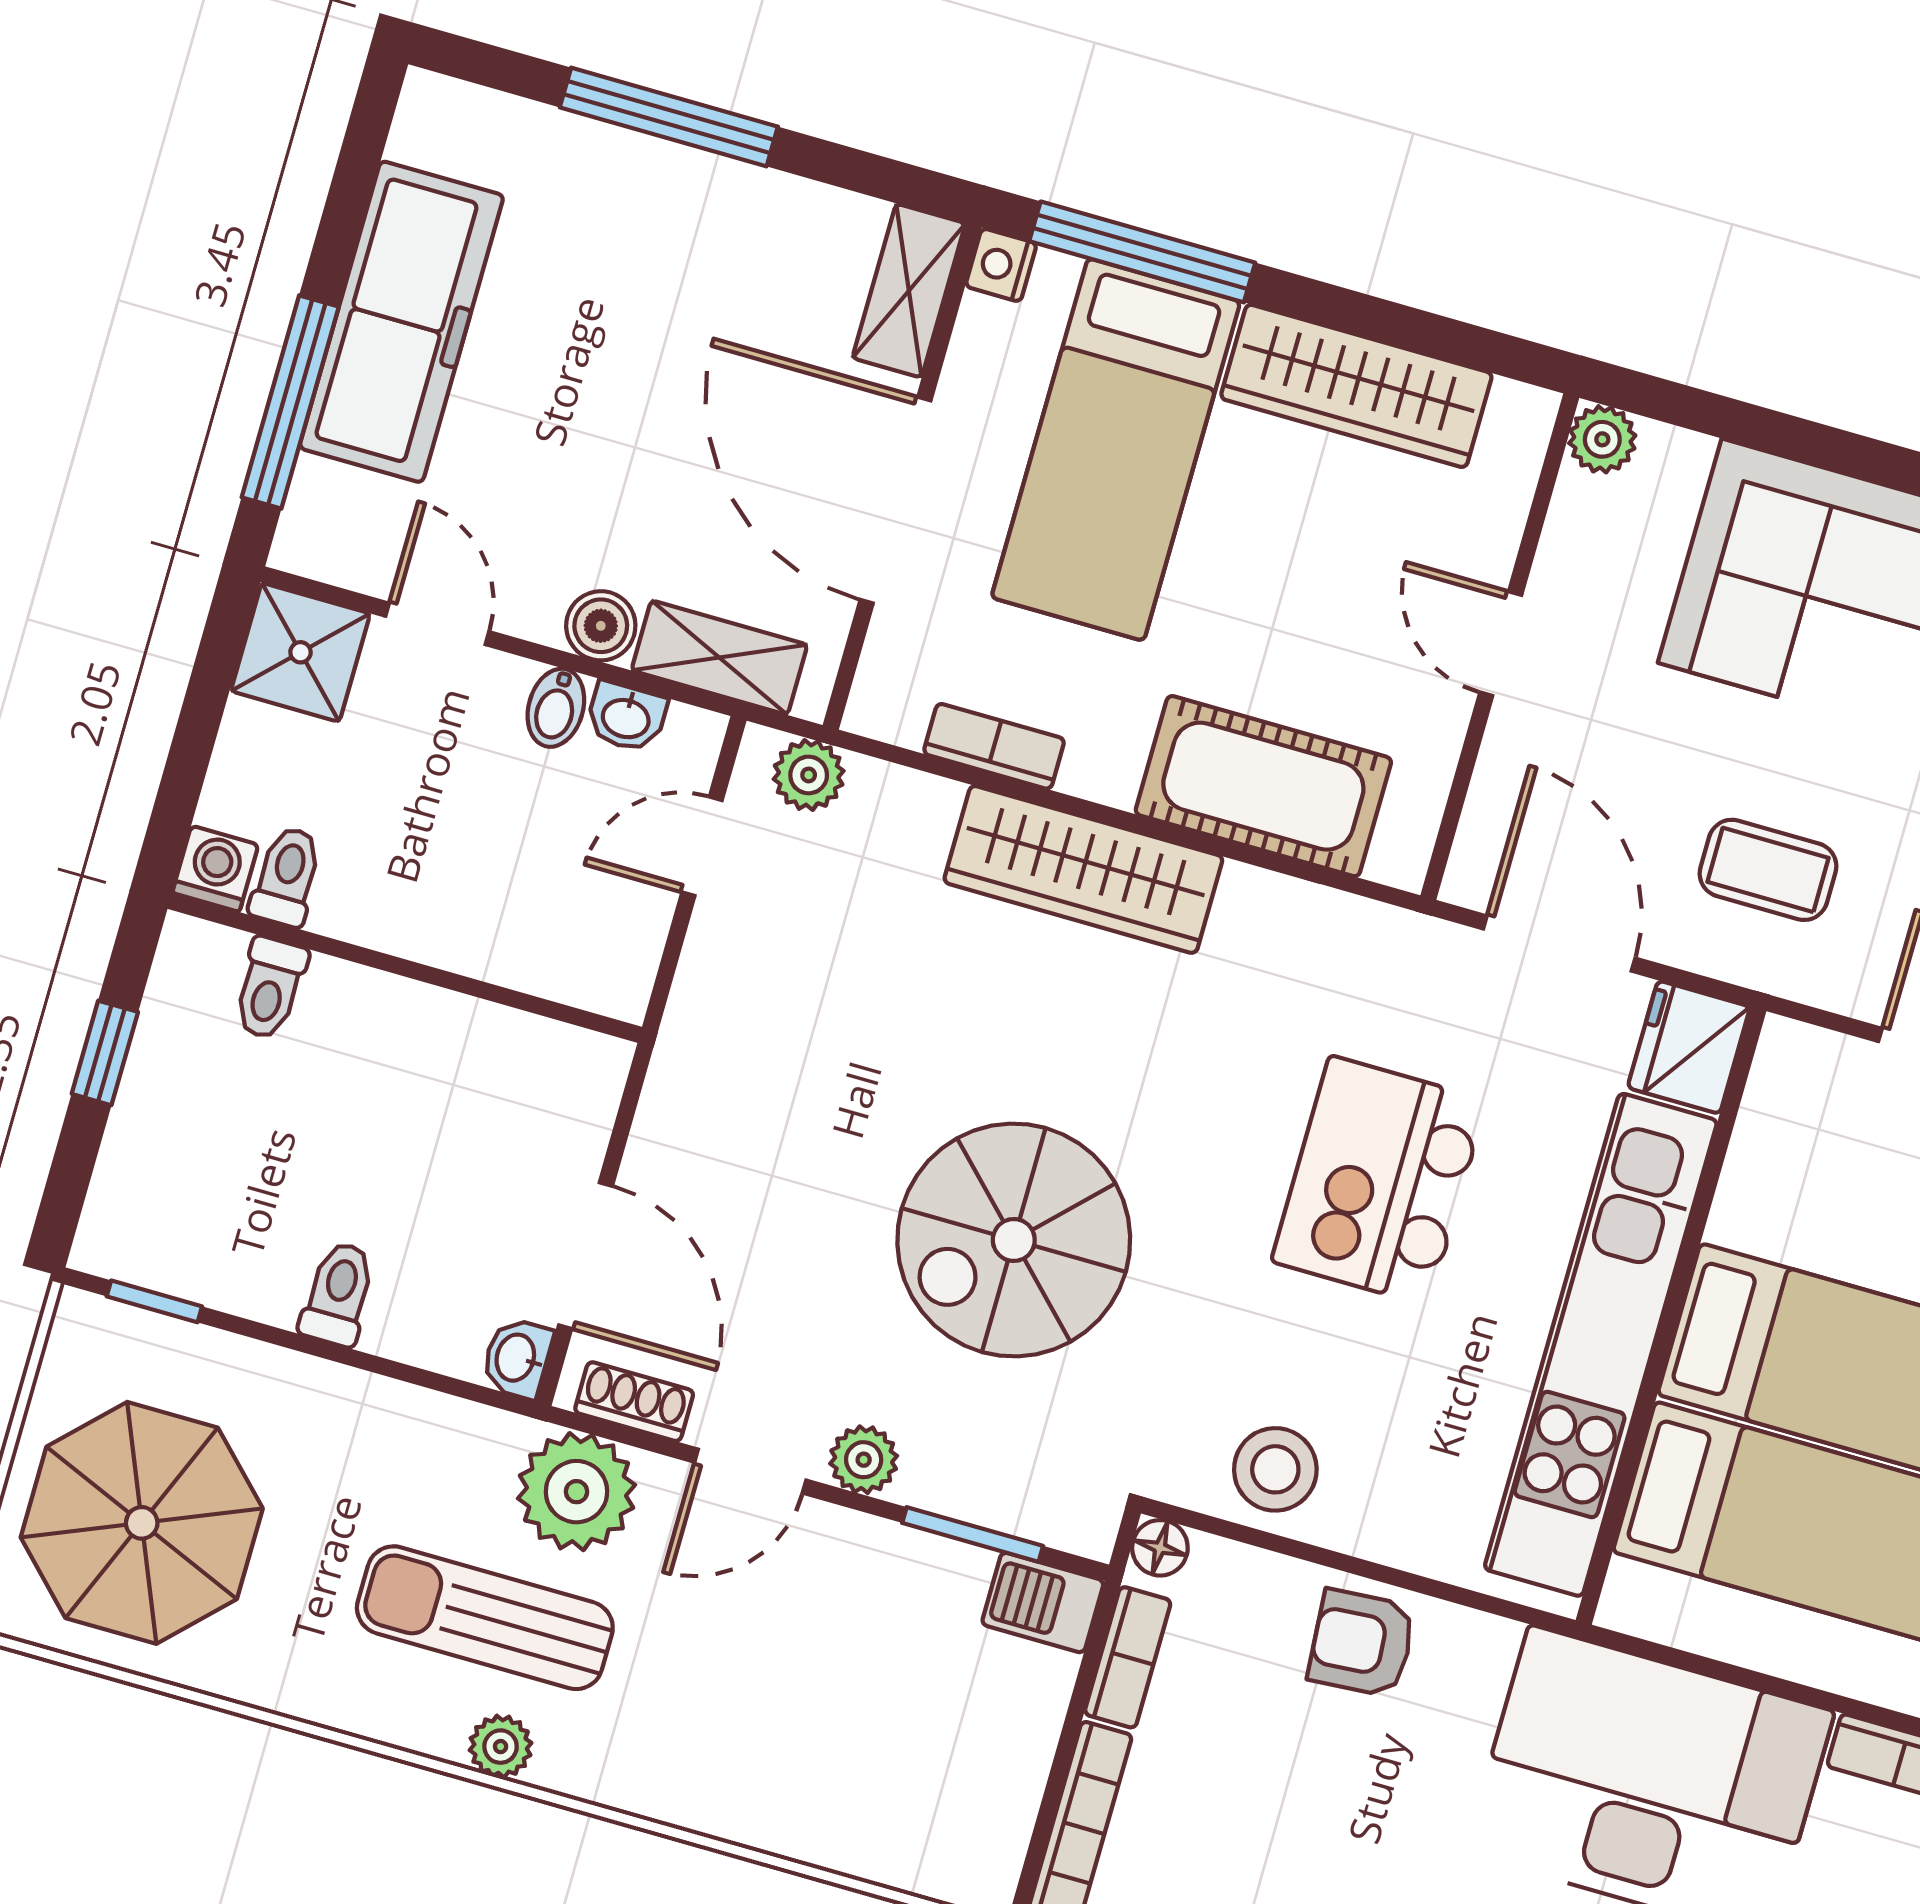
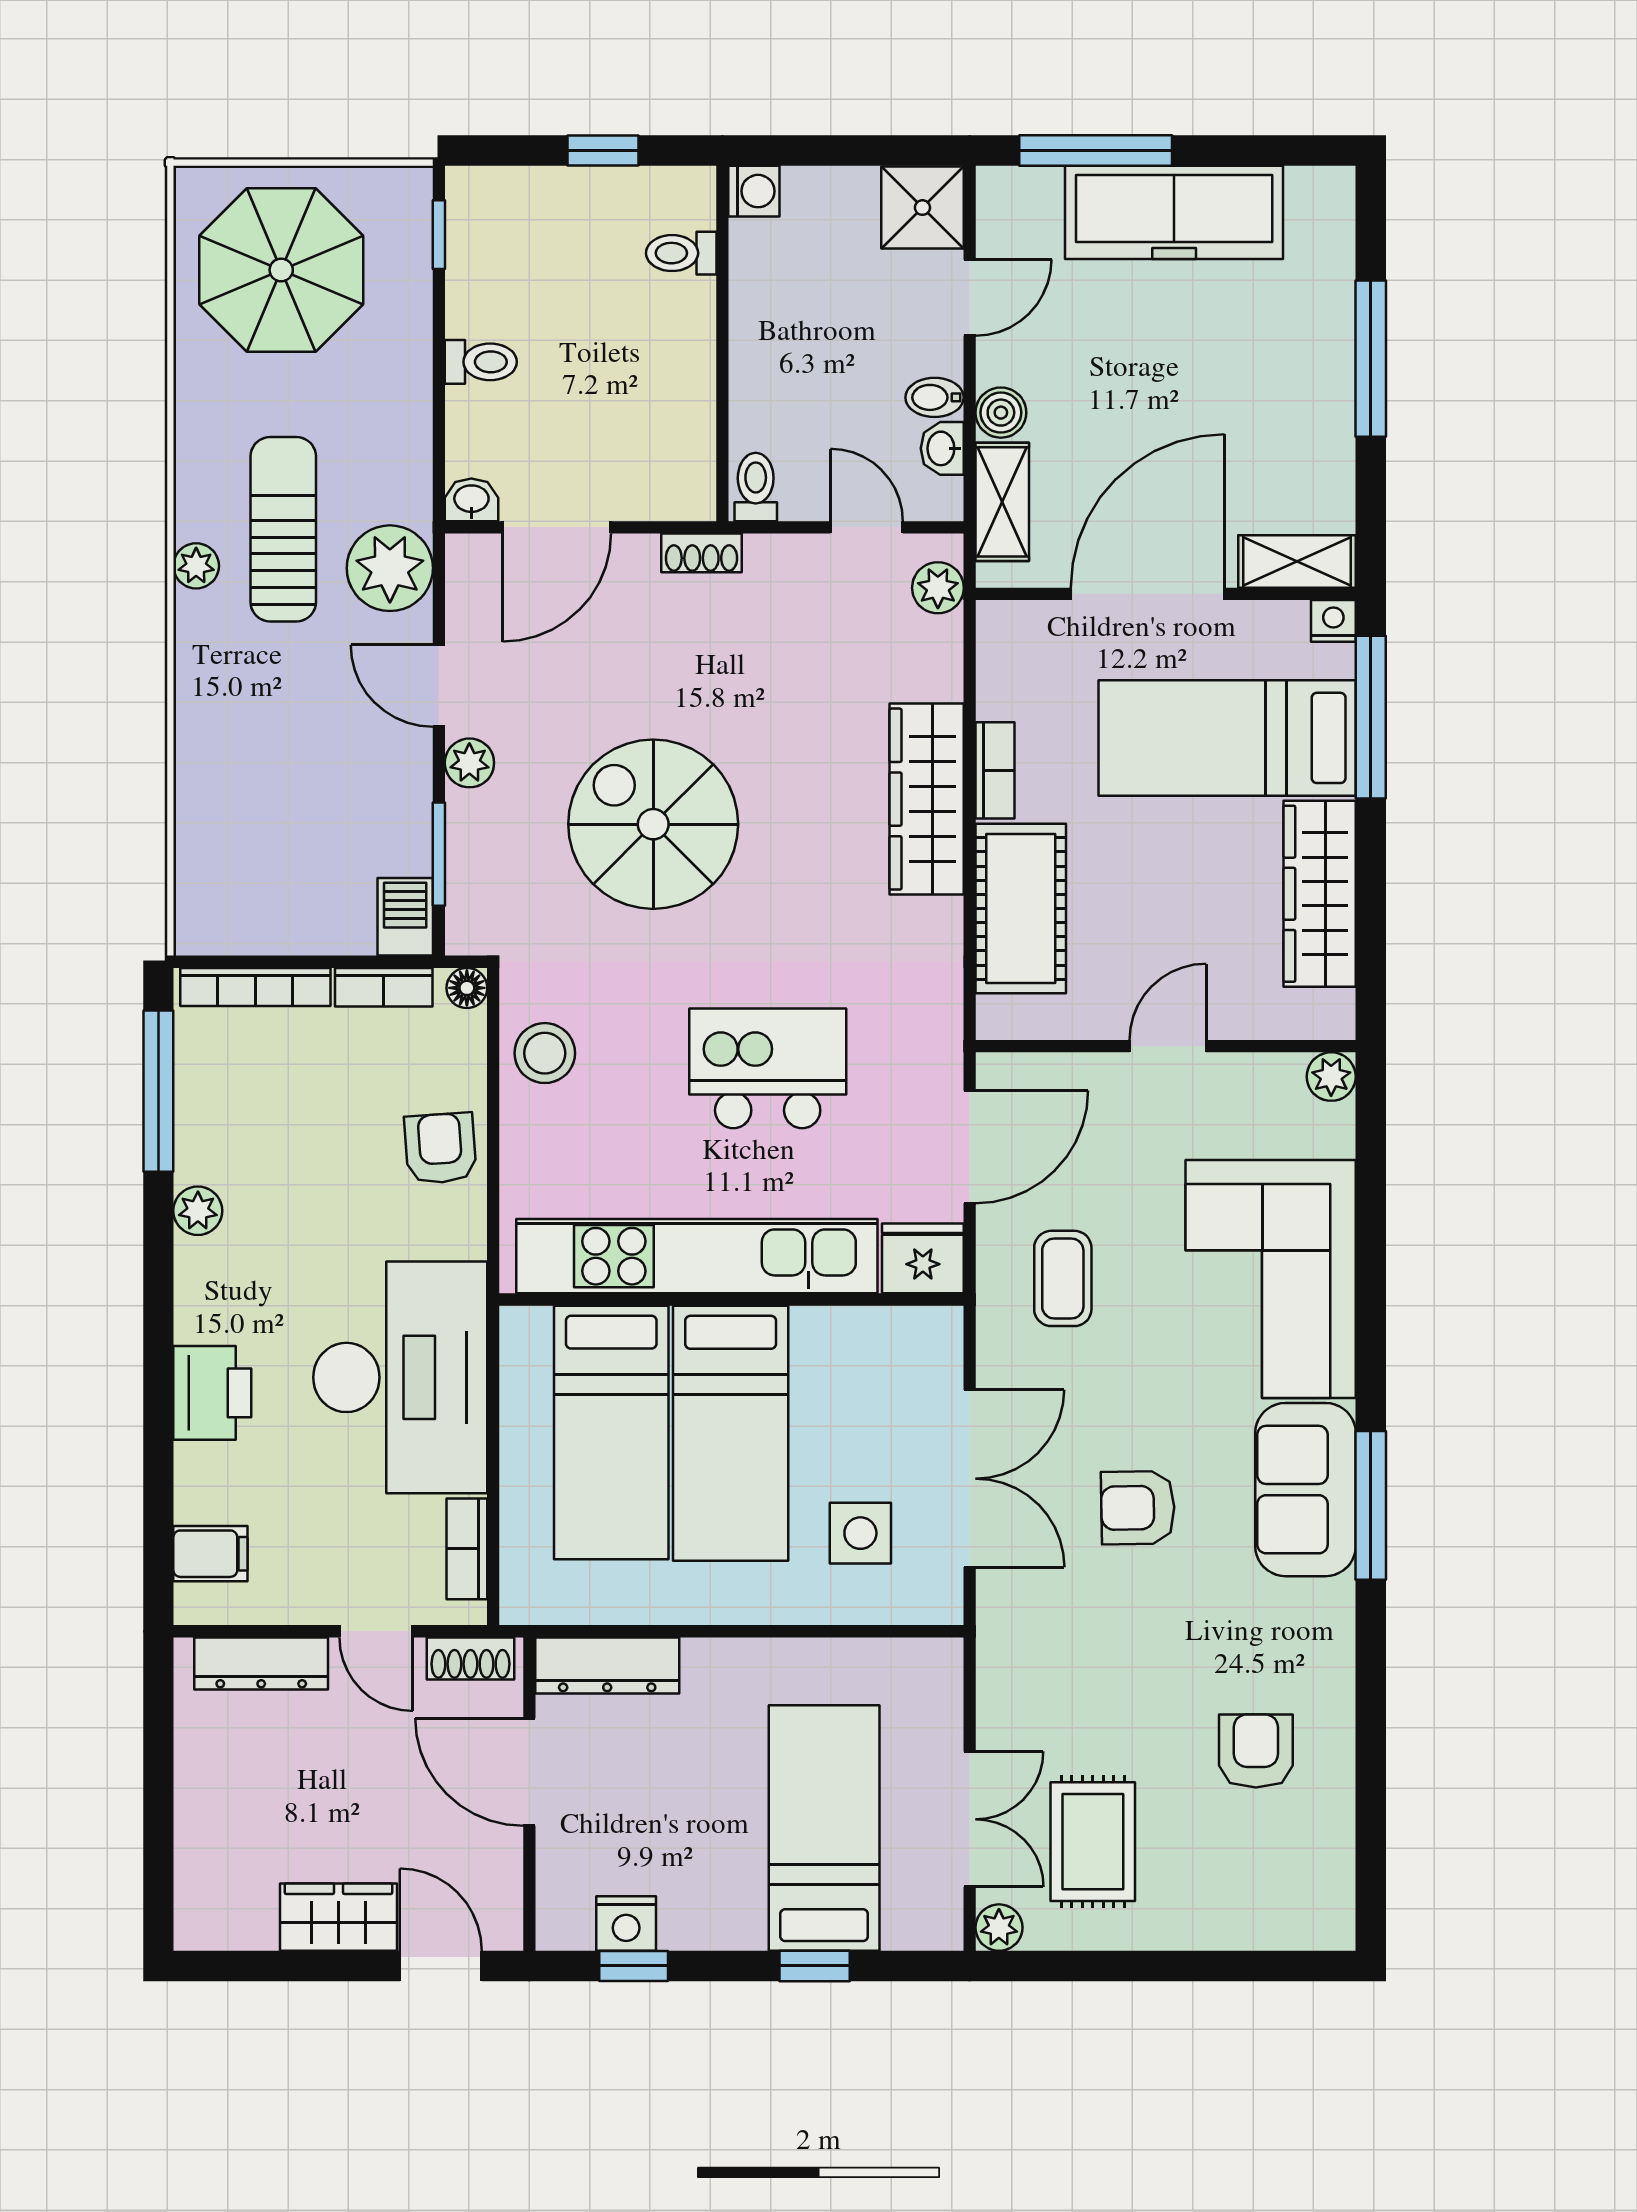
bookcase: (994, 746) -> (995, 770), moved
toilet: (287, 876) -> (756, 487), moved, turned -90
shoe rack: (634, 1402) -> (701, 553), moved, turned 90

